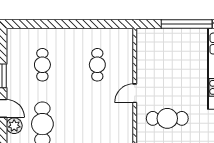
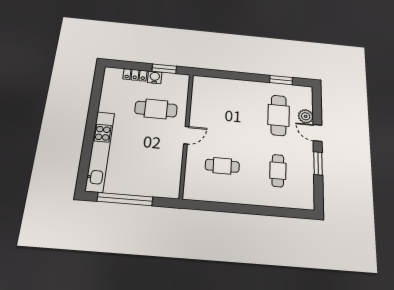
cafe table: (97, 65) -> (222, 166), turned 90

